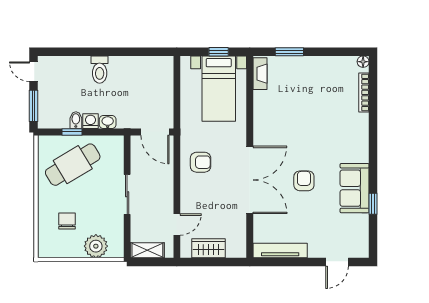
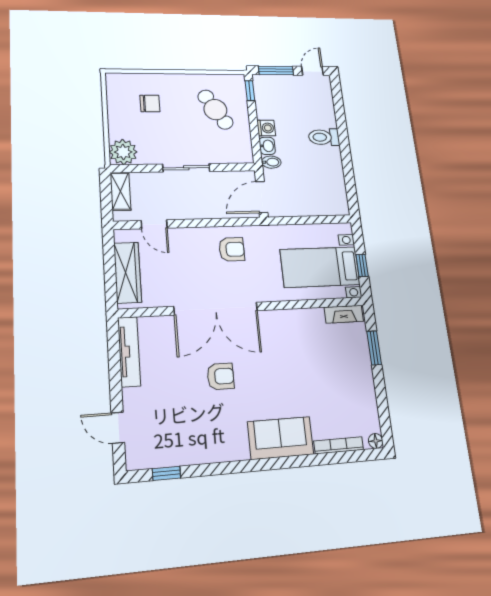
bidet: (76, 120) -> (271, 162), moved
window: (72, 132) -> (250, 91), moved
armchair: (201, 162) -> (232, 249), turned -90
cafe table: (73, 165) -> (215, 110), width x0.73, depth x0.74
sofa: (355, 188) -> (281, 438), moved
window: (373, 204) -> (166, 473), moved
plant: (96, 246) -> (123, 152), moved
wardrobe: (208, 248) -> (128, 273), width x1.50

